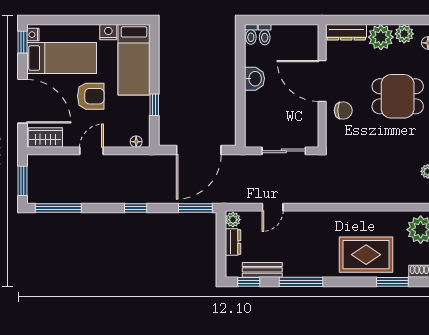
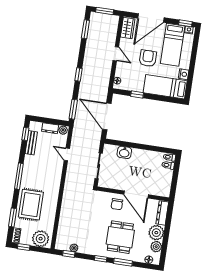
washbasin: (255, 79) -> (124, 152), moved
door: (322, 81) -> (136, 194), swing flipped
armchair: (91, 96) -> (148, 58), turned 180
window: (58, 208) -> (85, 29), width x0.69
window: (301, 282) -> (19, 176), moved

